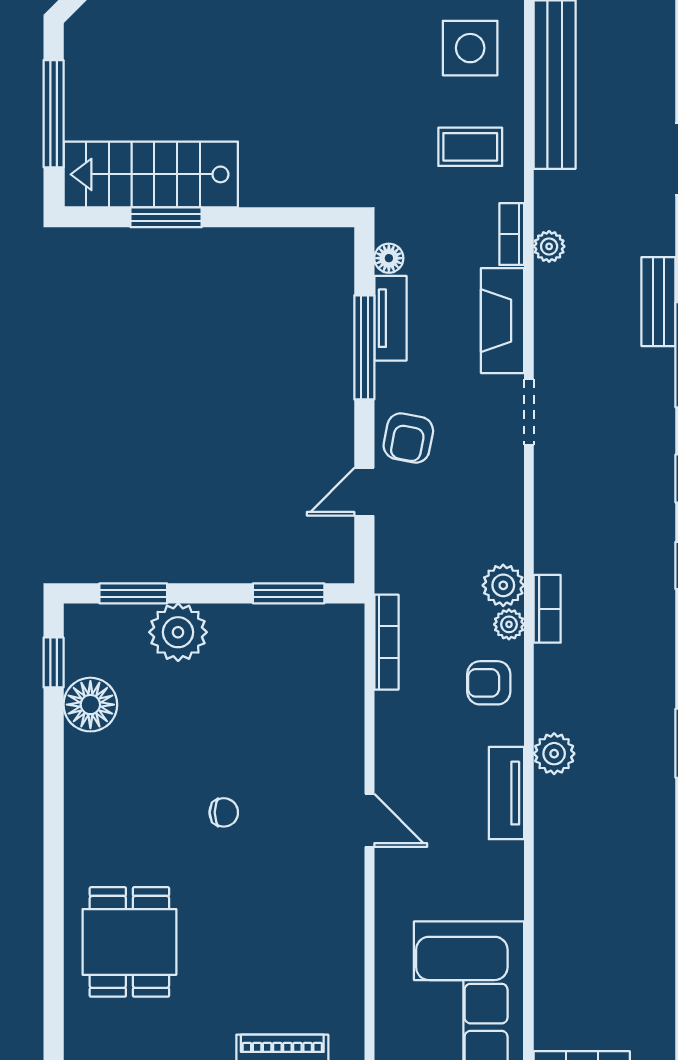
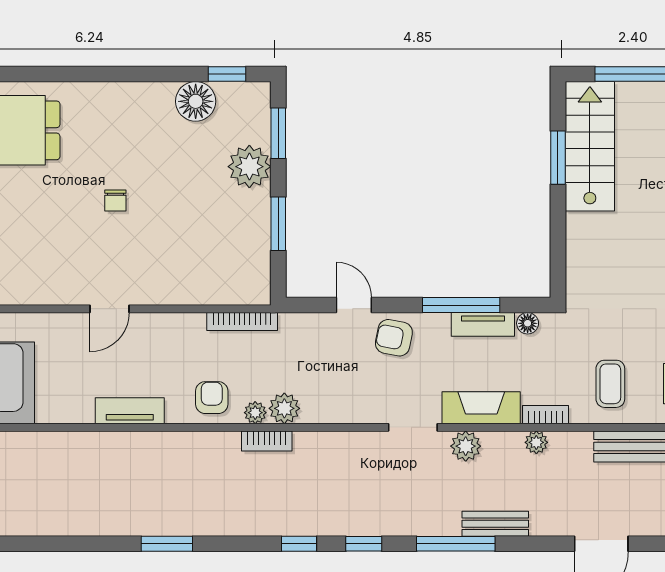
window: (289, 593) -> (278, 224), moved
plant: (554, 754) -> (466, 446), moved

